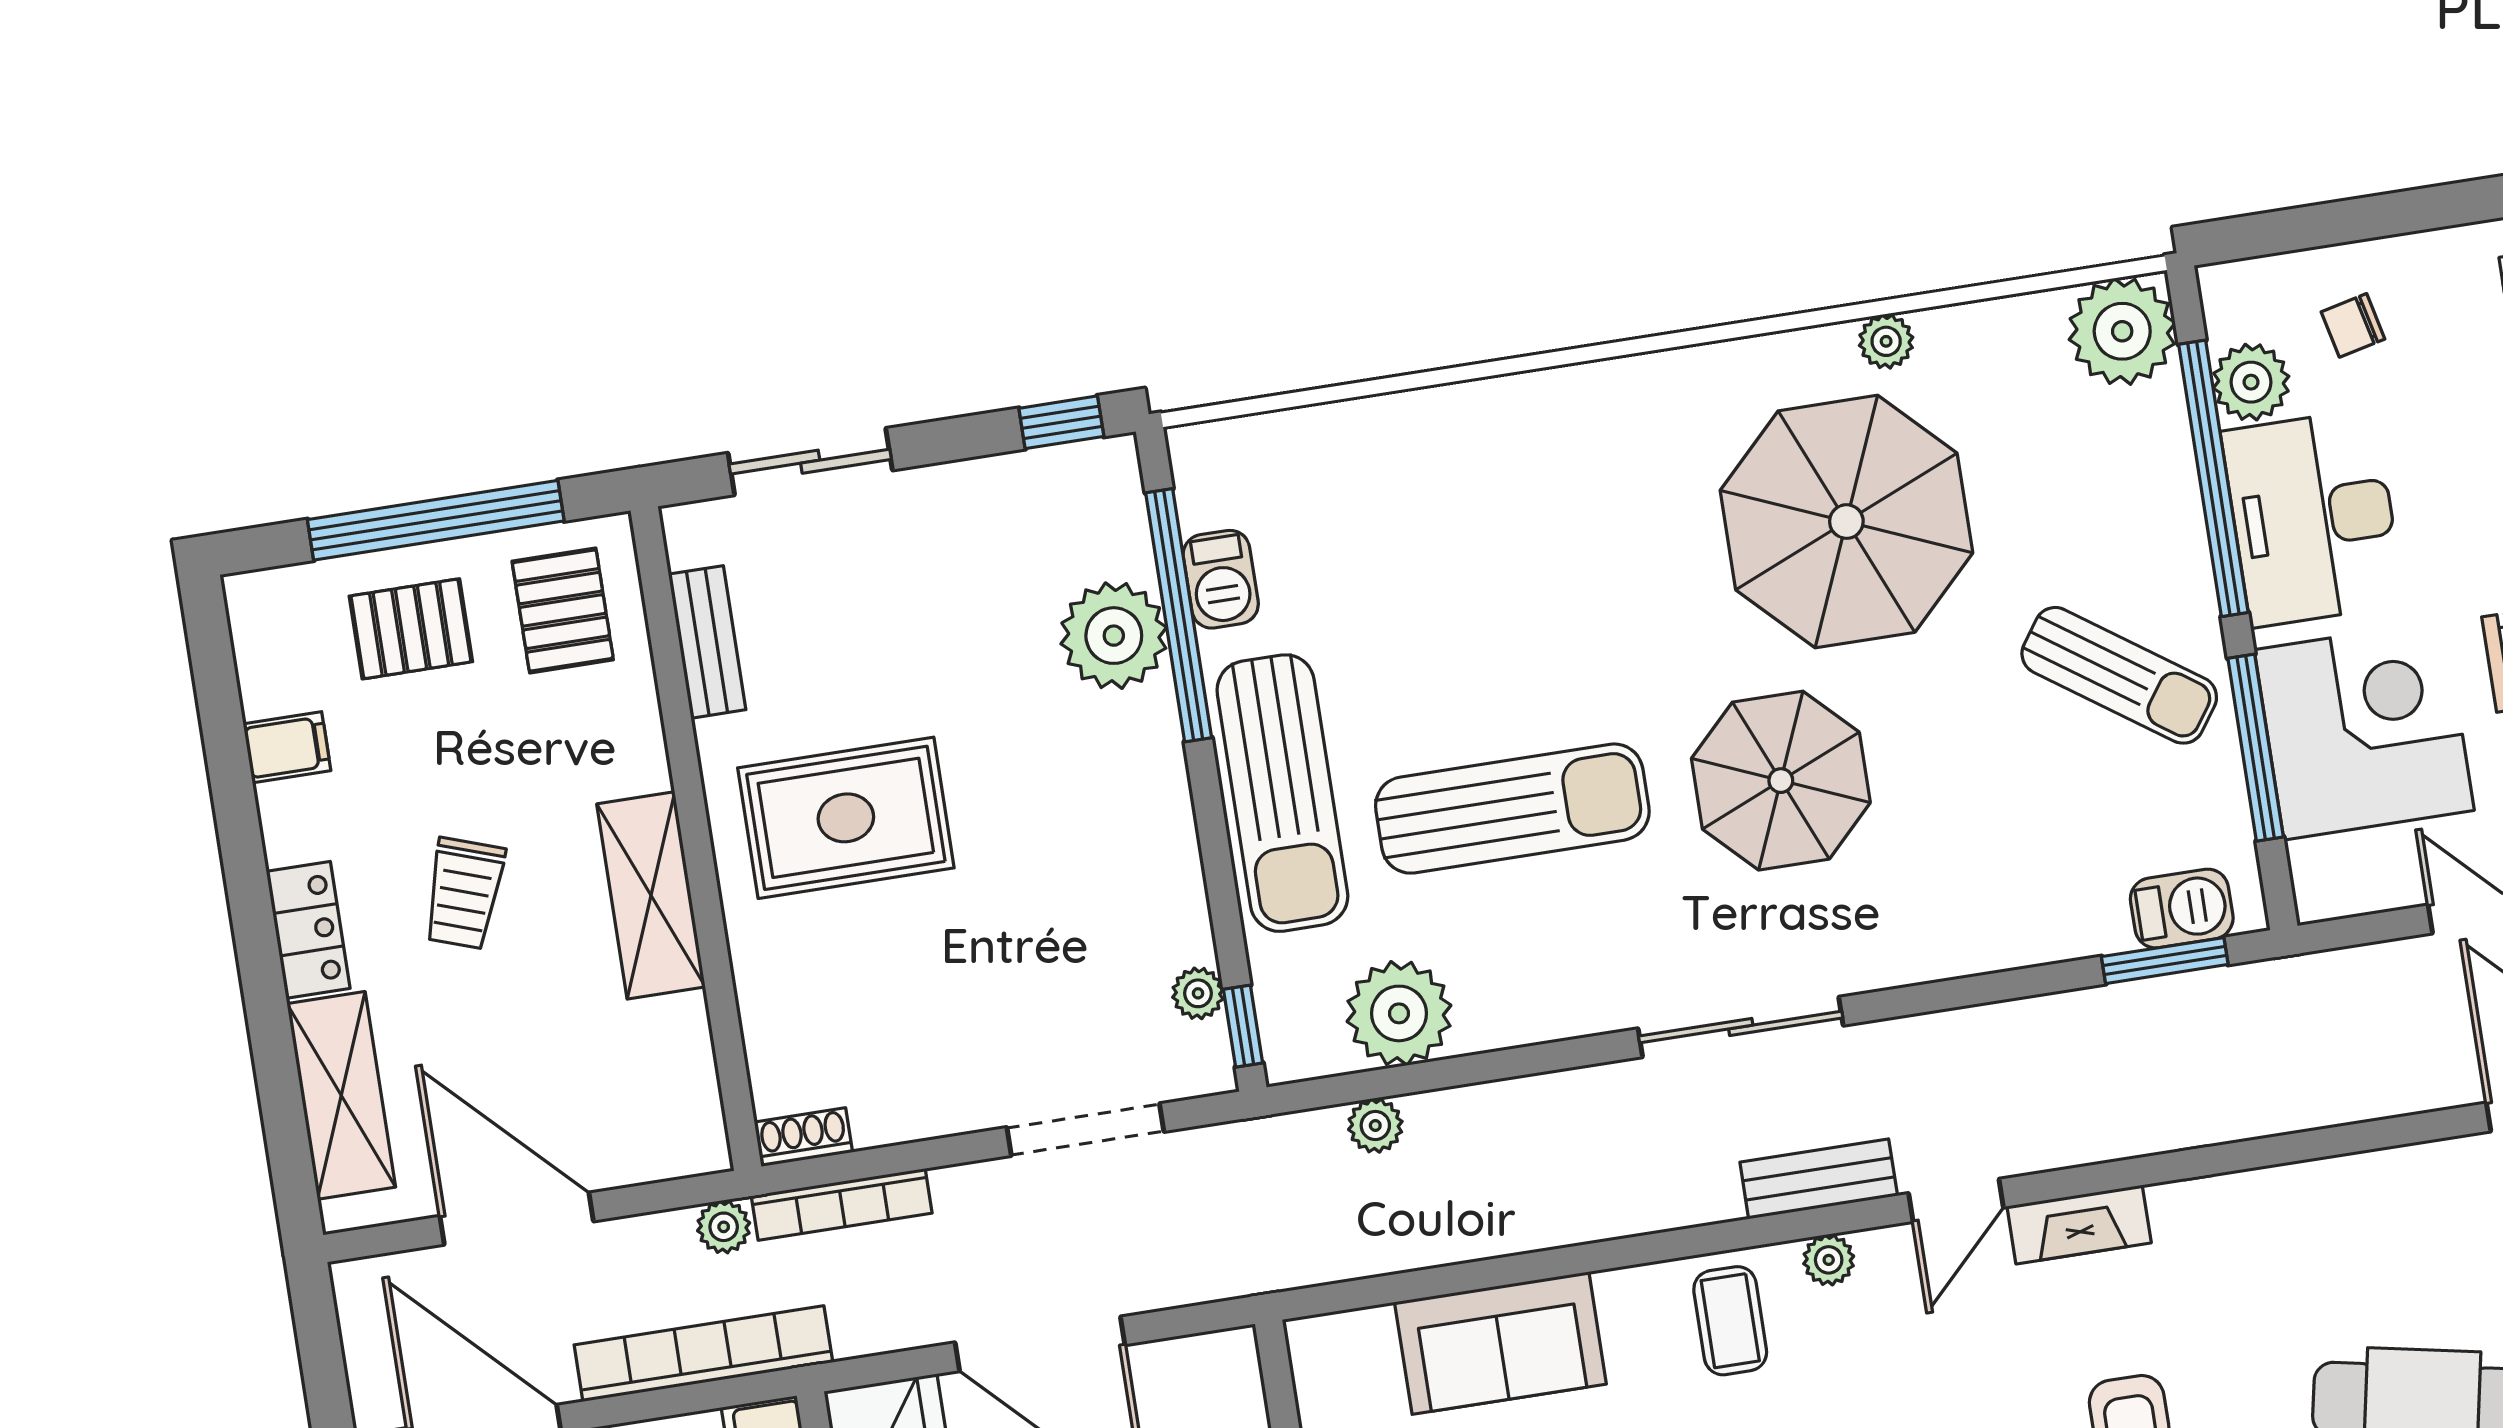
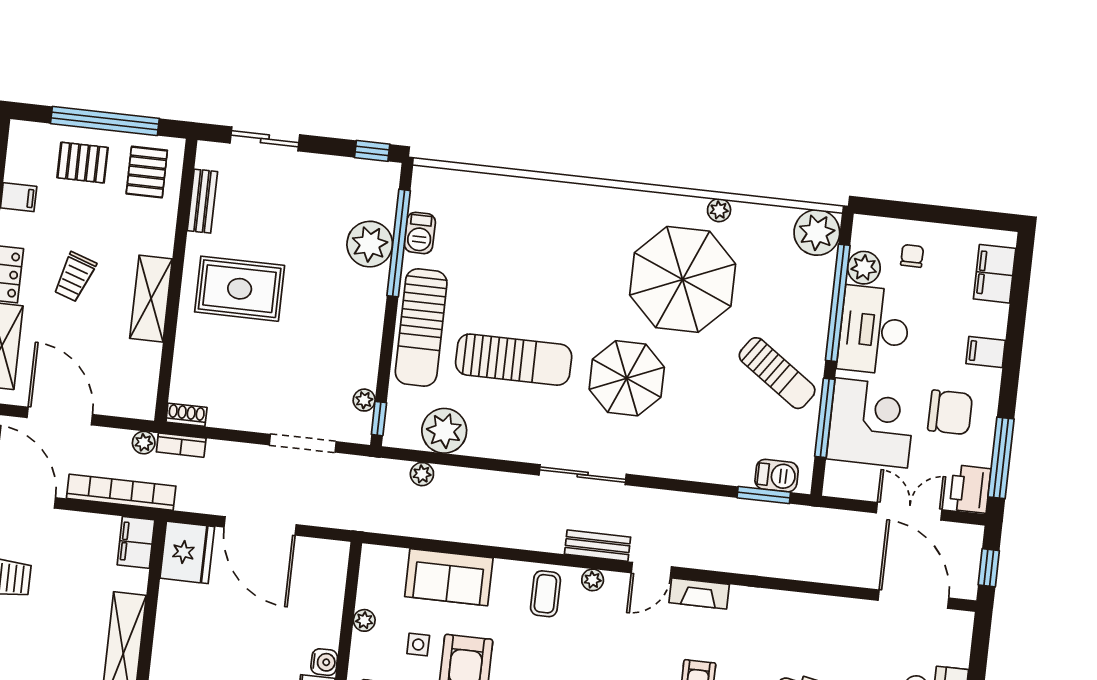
chair: (2353, 325) -> (912, 256), turned 103
bookcase: (842, 1204) -> (181, 445), width x0.64

